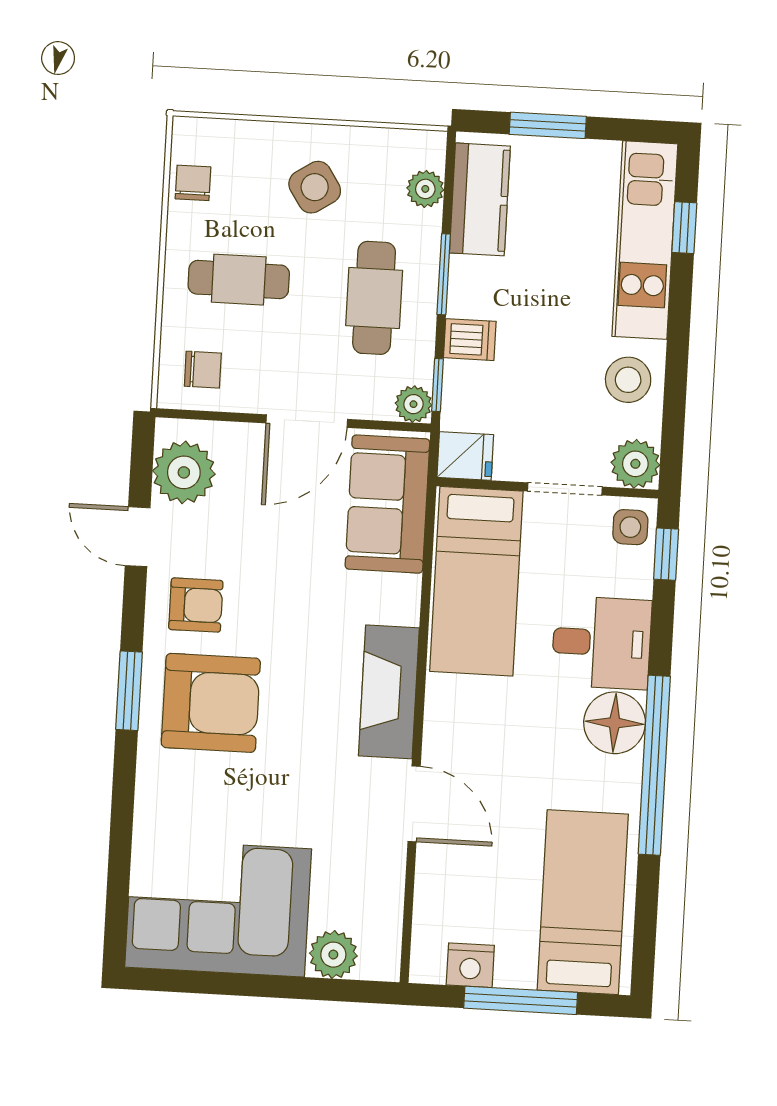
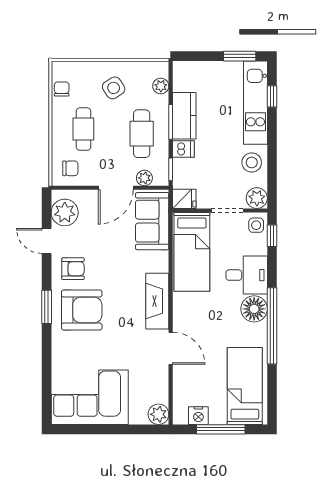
window: (548, 125) -> (240, 56), moved
kitchen counter: (480, 199) -> (184, 116), moved
cafe table: (239, 280) -> (83, 129), turned 90
plant: (413, 404) -> (144, 178), moved
plant: (333, 955) -> (158, 414), moved

